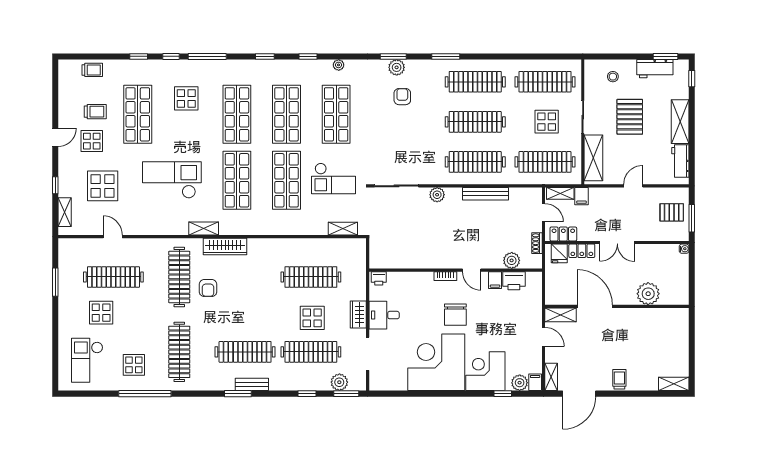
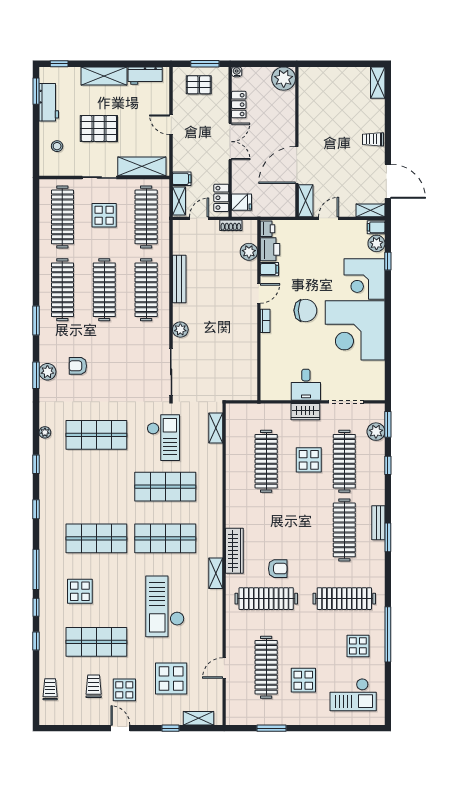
shop shelf: (287, 114) -> (96, 487), removed
pallet: (672, 212) -> (199, 85), turned 90
locker: (582, 251) -> (239, 105), moved
printer: (379, 278) -> (268, 229), moved
plant: (648, 294) -> (284, 79), moved

